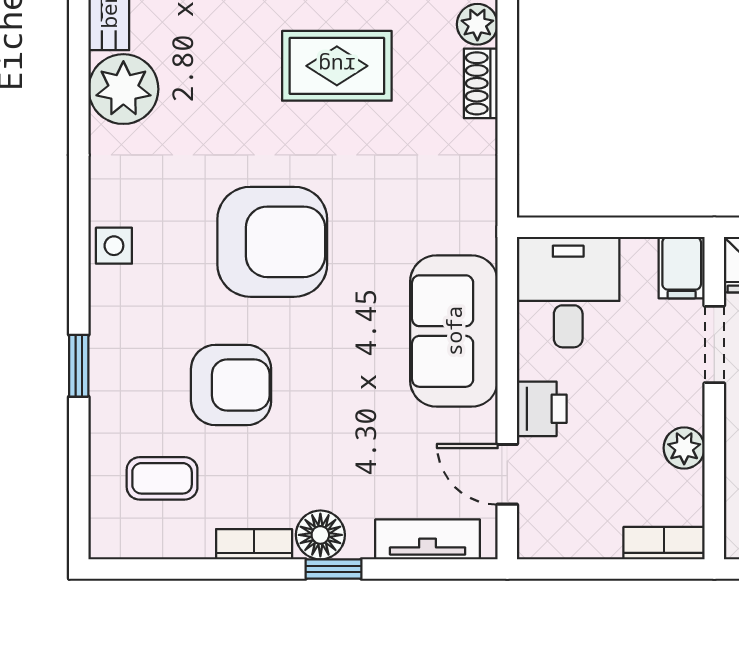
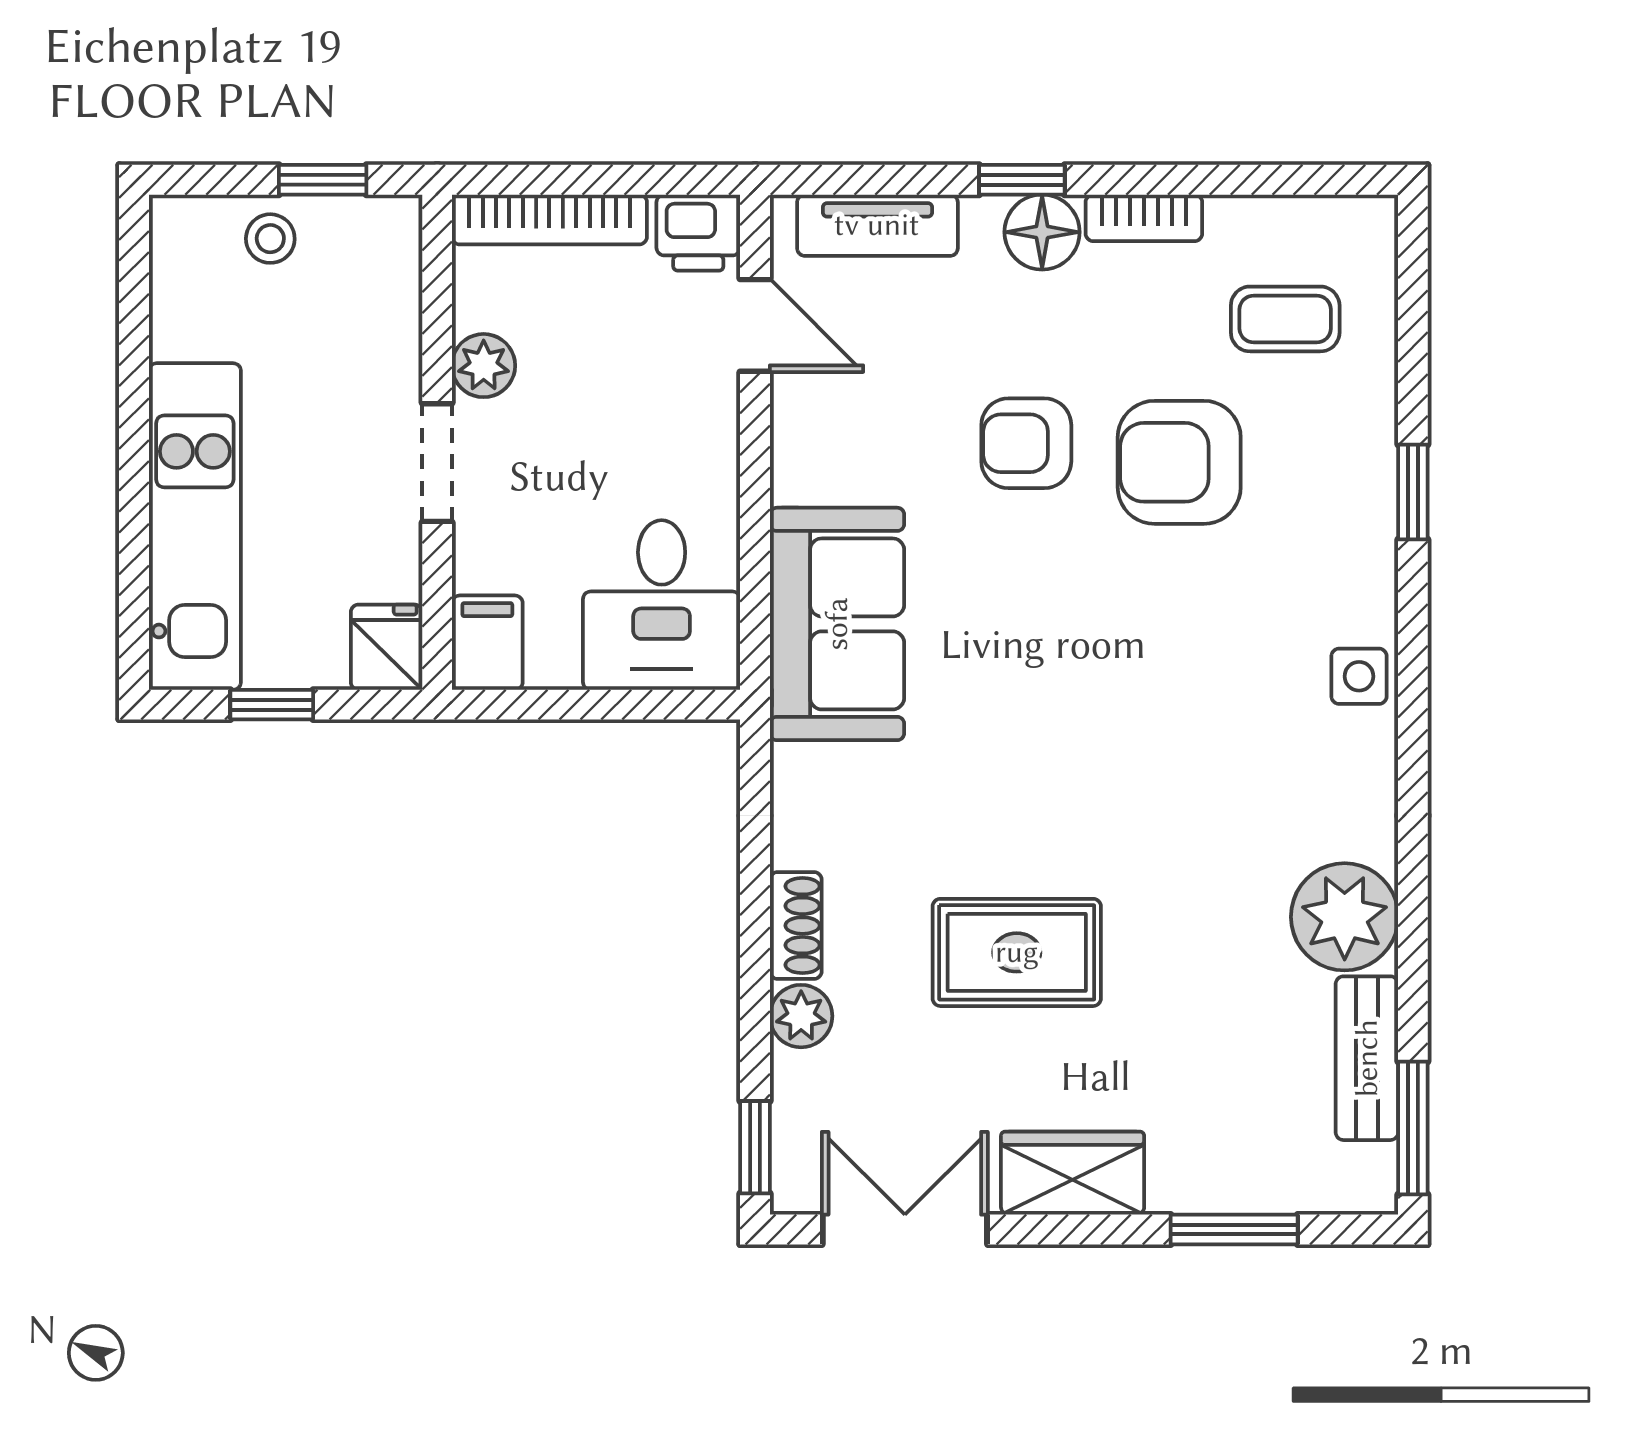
armchair: (272, 242) -> (1026, 443), moved, width x0.53, depth x0.53
sofa: (454, 331) -> (837, 624), moved
doorway: (714, 345) -> (437, 463), moved
printer: (542, 409) -> (698, 233), moved, turned -90
bookcase: (664, 543) -> (549, 220), width x1.56

